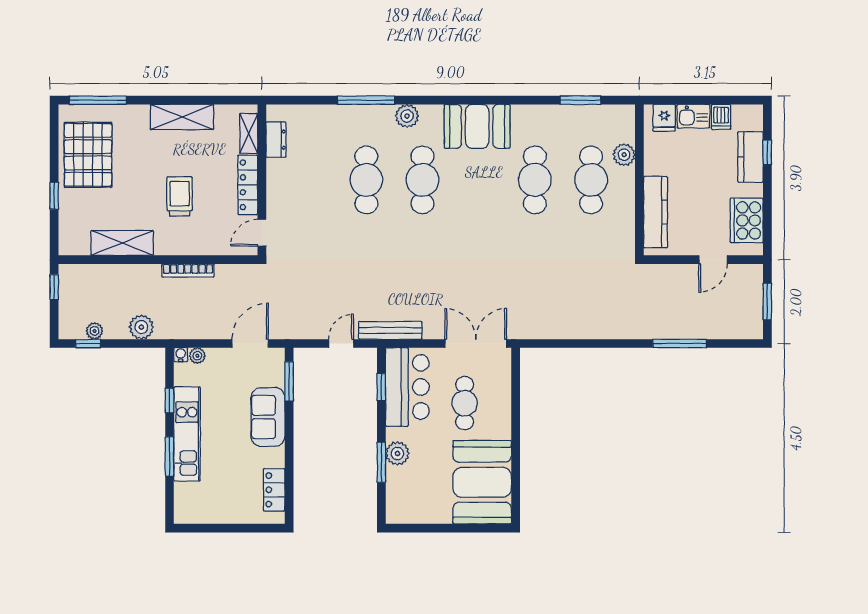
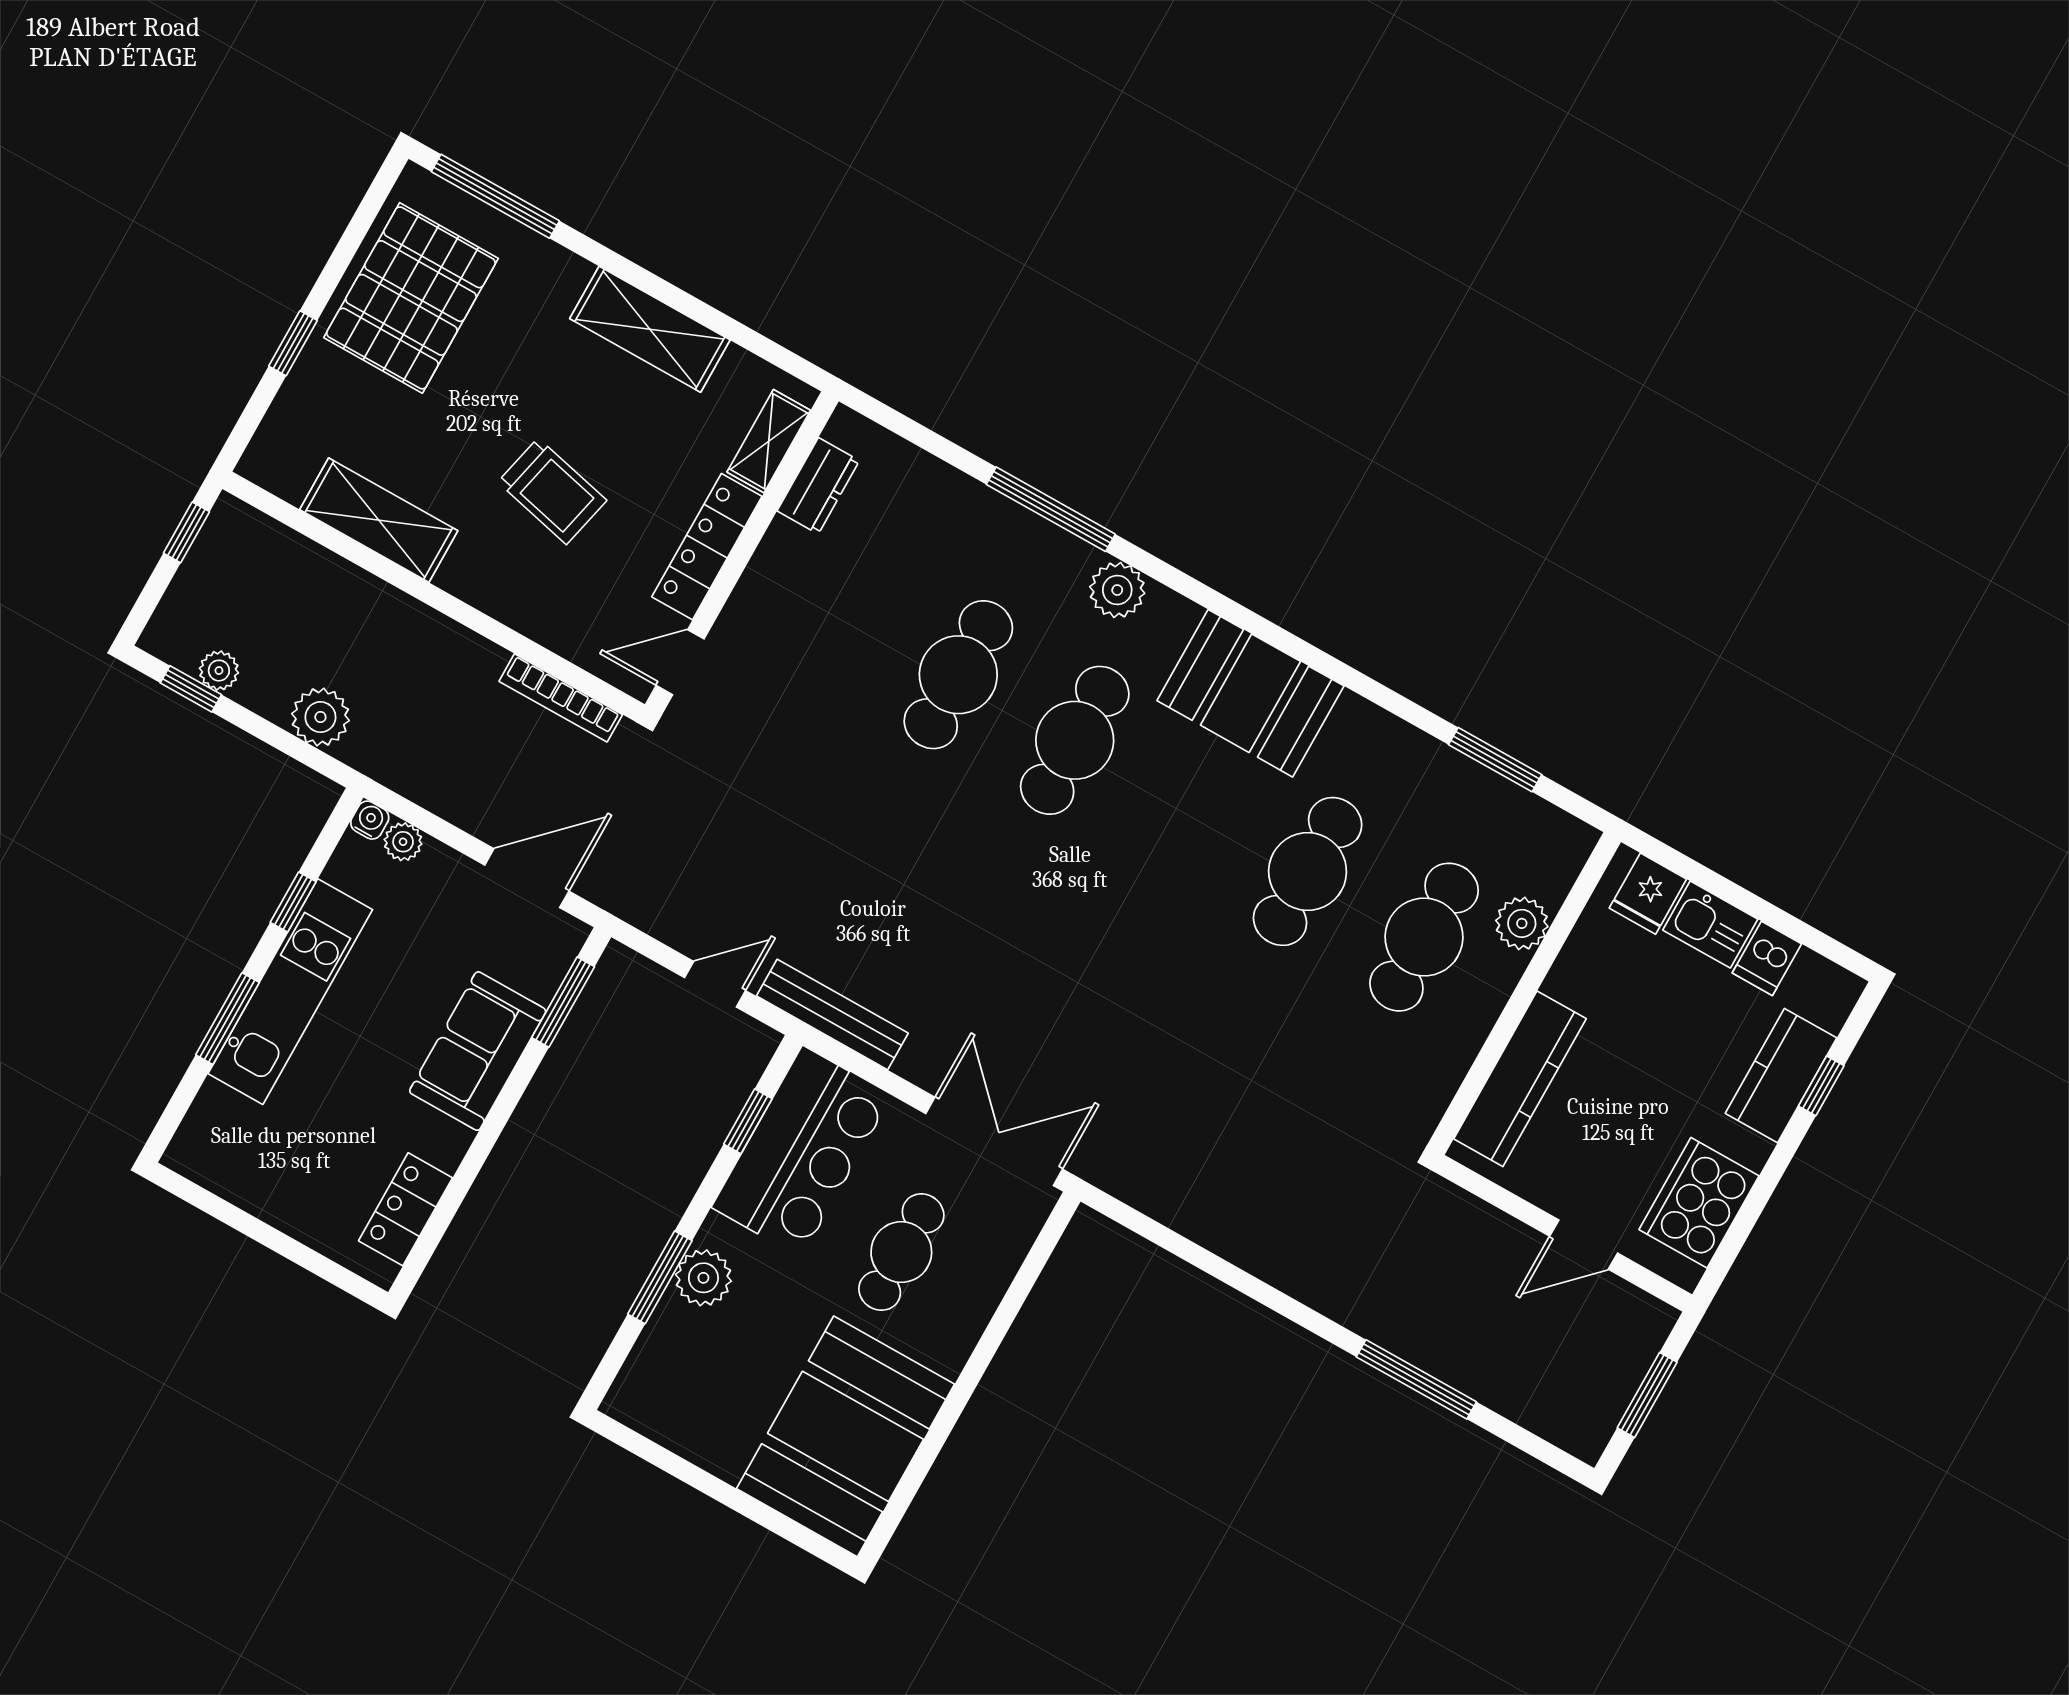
trolley: (180, 196) -> (552, 491), turned 103
bookcase: (188, 270) -> (561, 698), moved

